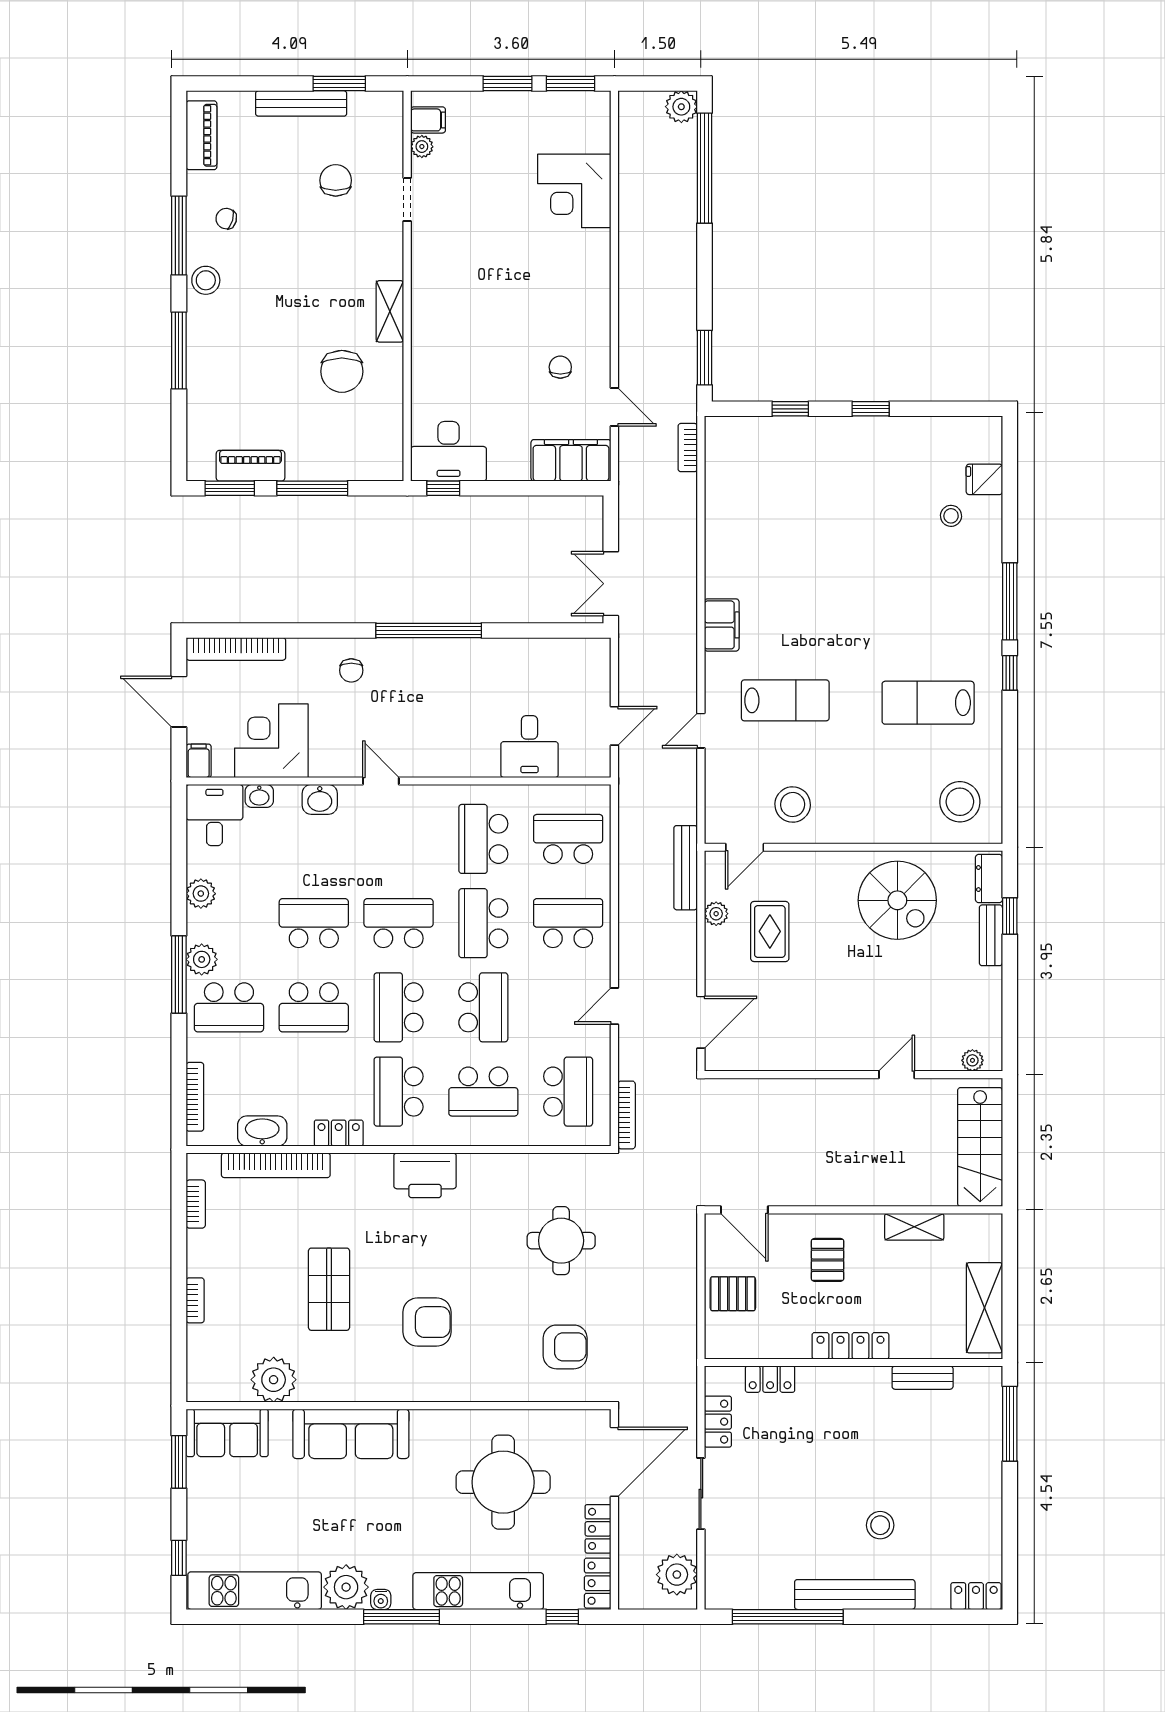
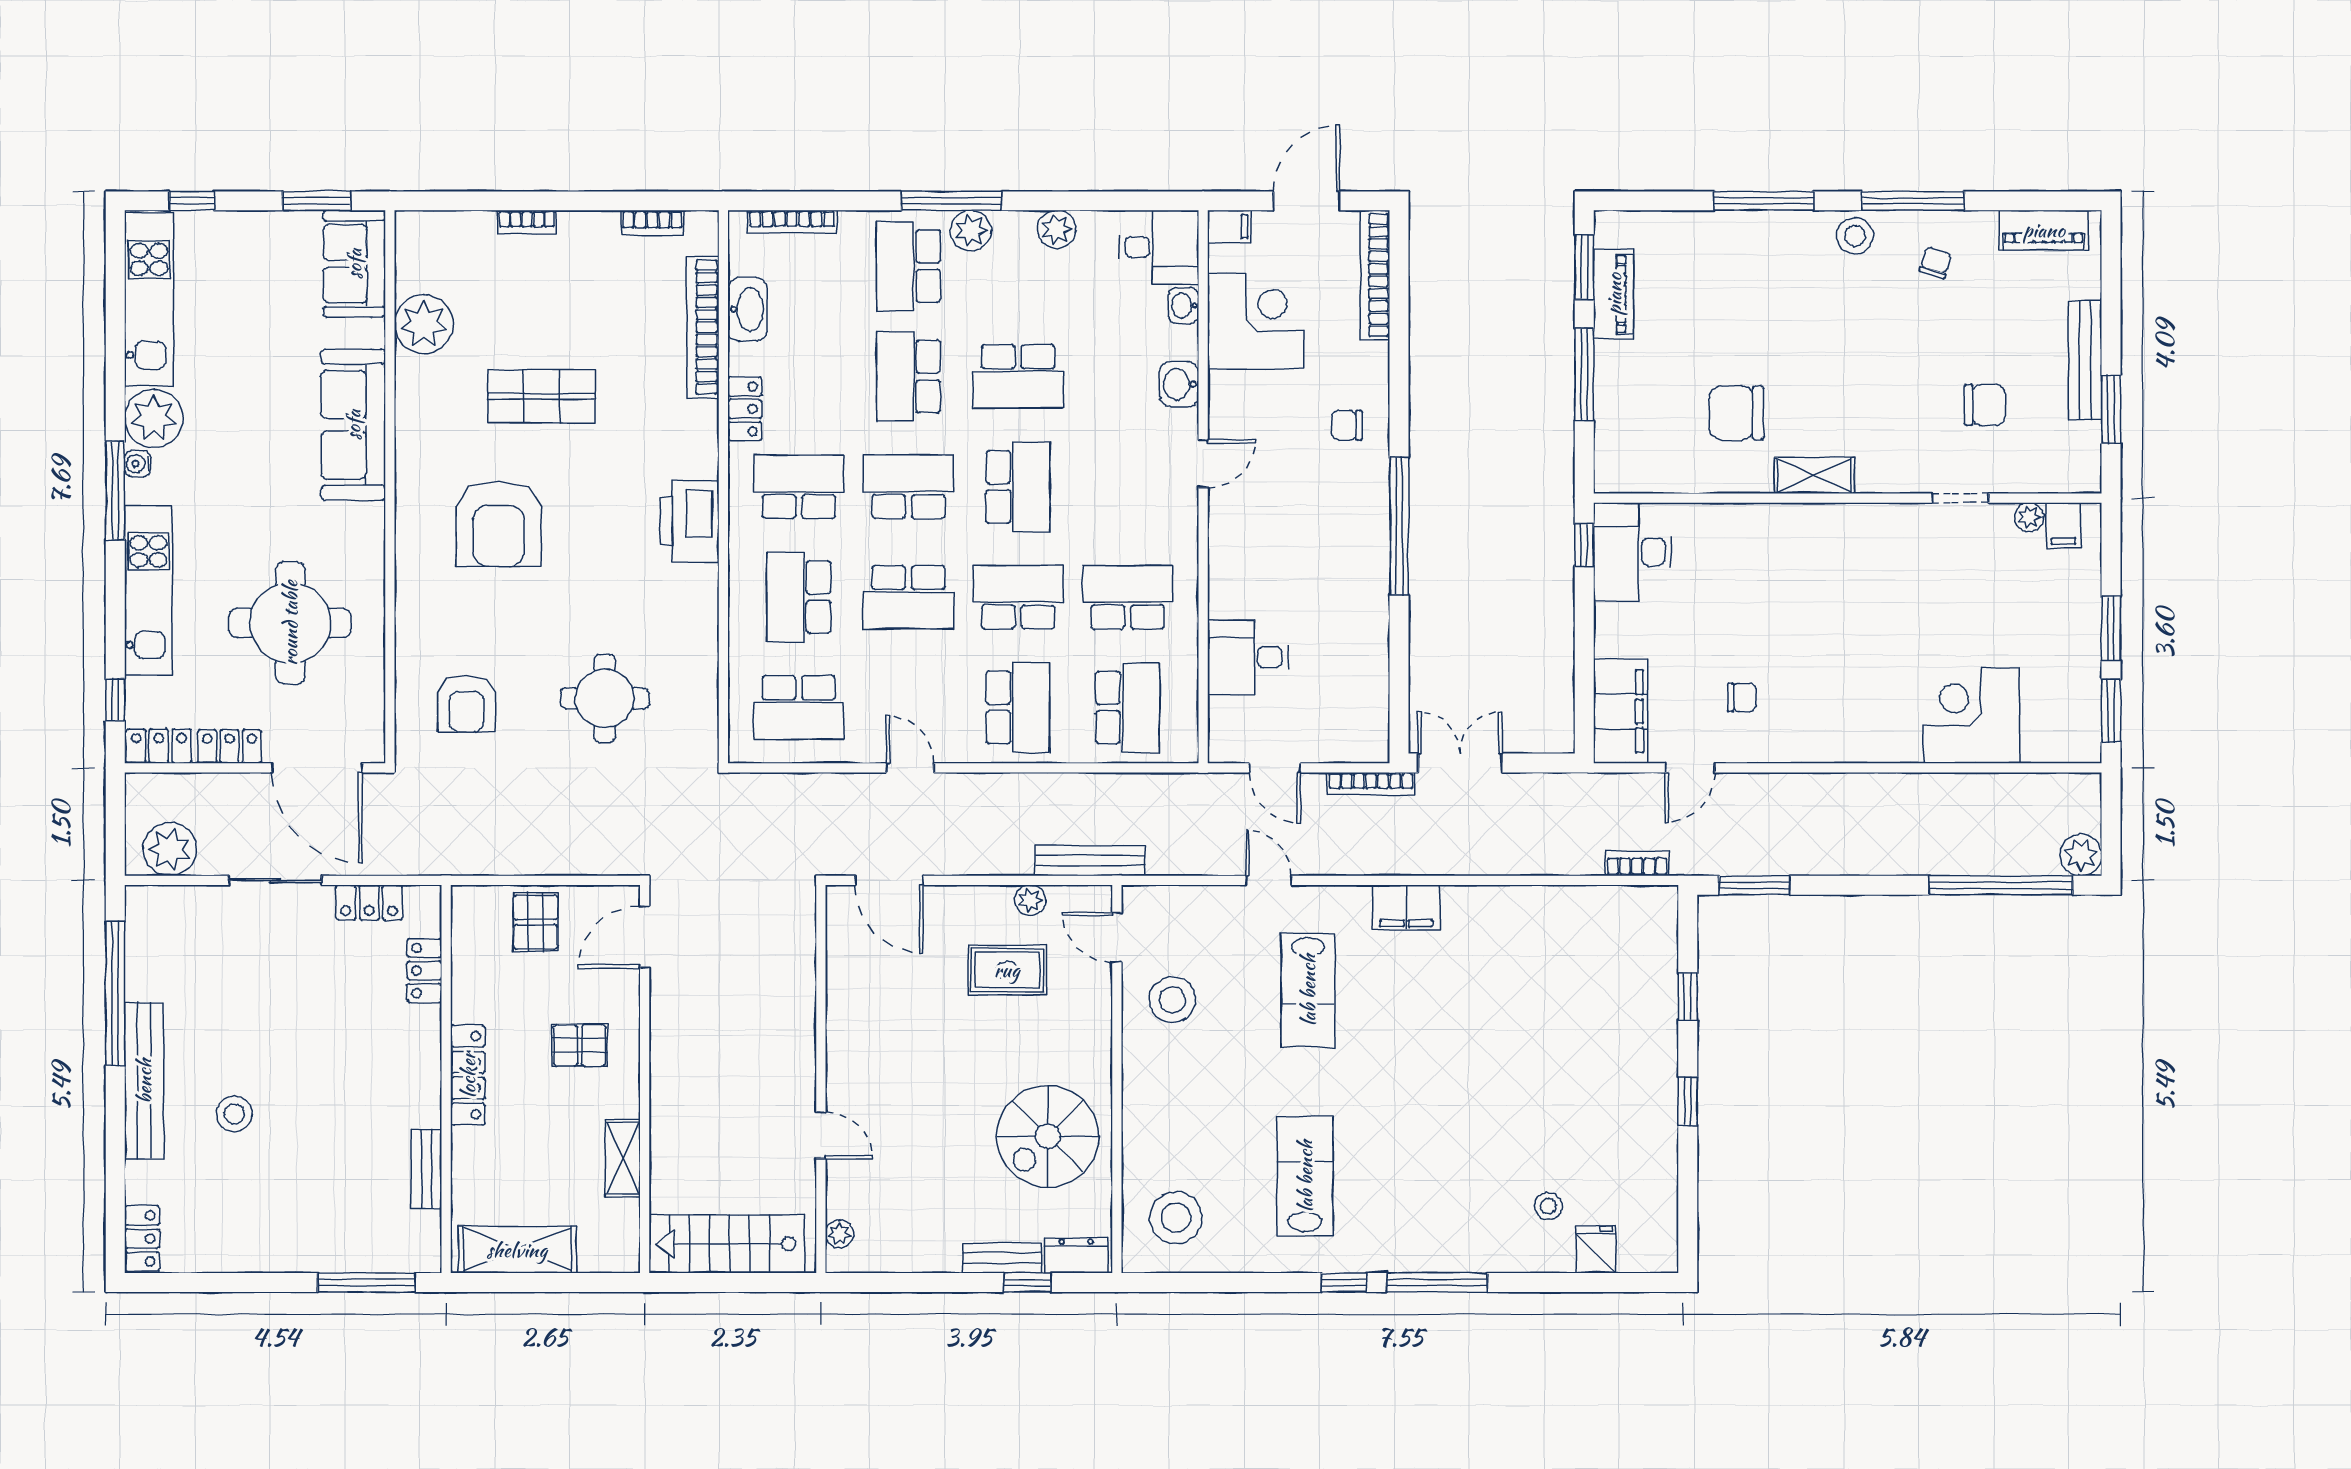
school desk: (314, 923) -> (1018, 376), turned 90
bookcase: (627, 1115) -> (1371, 784), moved
armchair: (427, 1322) -> (499, 524), width x1.36, depth x1.36

